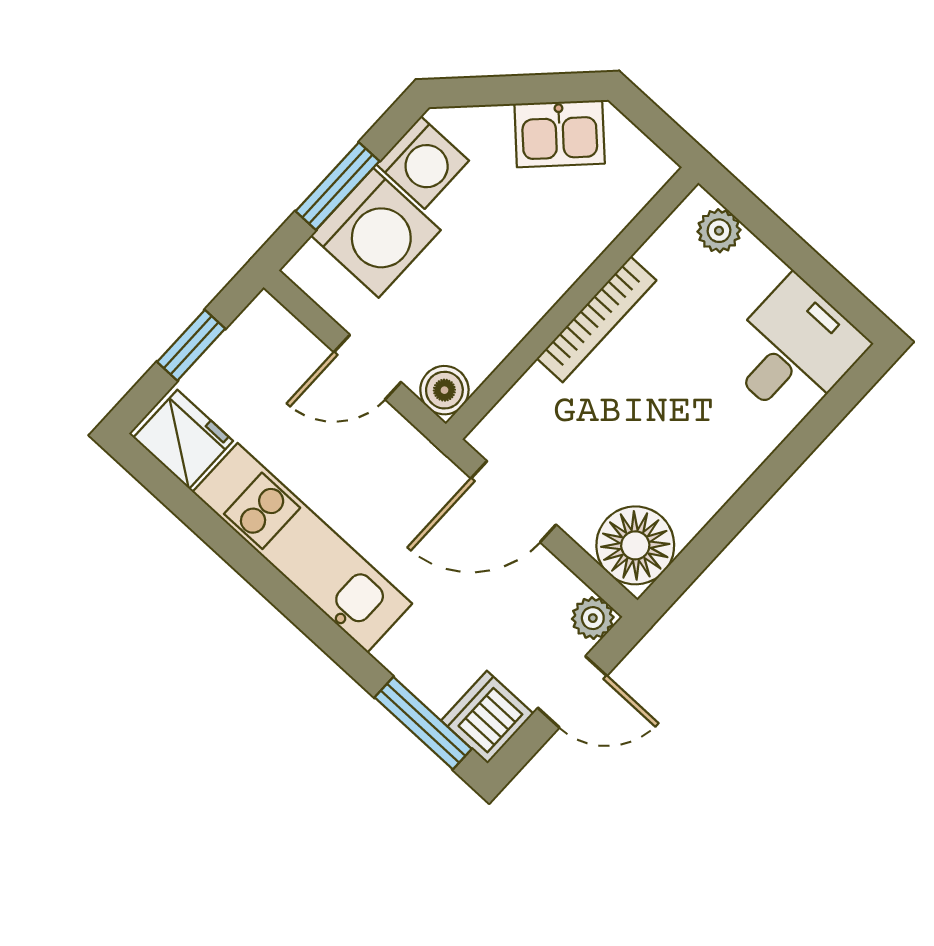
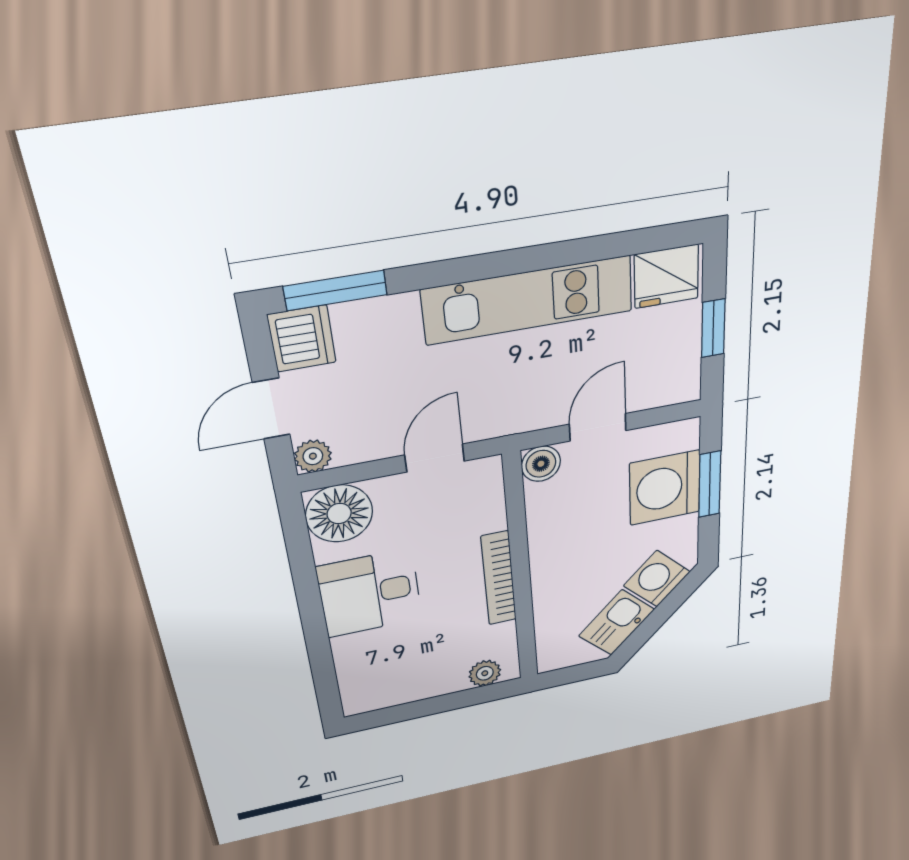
washing machine: (423, 163) -> (657, 579), moved, turned 45
desk: (794, 350) -> (370, 593), moved, turned 90
door: (514, 502) -> (435, 458), width x0.73

